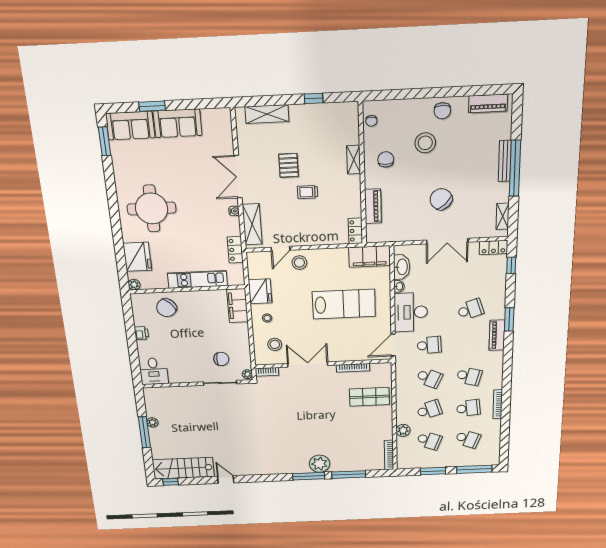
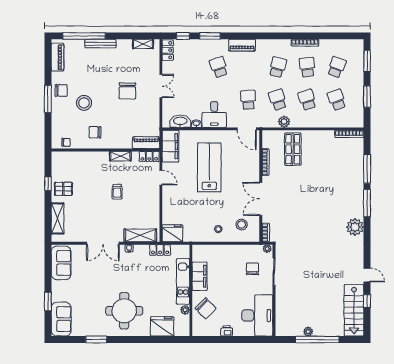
window: (431, 93) -> (48, 99), added
sofa: (178, 123) -> (61, 263), moved
window: (105, 141) -> (96, 339), moved
shelving: (354, 160) -> (120, 156), moved
pallet: (289, 165) -> (63, 189), moved
window: (515, 168) -> (84, 36), moved
chair: (441, 199) -> (127, 91), turned -47
piano: (373, 206) -> (146, 143), moved
double door: (447, 241) -> (161, 86), width x0.73
door: (281, 249) -> (161, 178), moved
stool: (299, 263) -> (173, 201), removed
plant: (134, 285) -> (185, 310), moved
fridge: (260, 291) -> (172, 233), moved
filing cabinet: (237, 306) -> (200, 276), moved, turned -90
desk: (411, 312) -> (214, 115), width x0.73
window: (509, 319) -> (210, 36), moved
desk: (154, 371) -> (257, 315), width x1.87, depth x1.30
school desk: (429, 378) -> (278, 100), turned -42
plant: (403, 430) -> (284, 122), moved
window: (144, 432) -> (317, 339), width x1.46
school desk: (429, 441) -> (337, 100), turned -42
plant: (320, 464) -> (355, 227), moved
window: (474, 469) -> (367, 61), width x0.69
door: (226, 480) -> (367, 275), swing flipped
window: (170, 482) -> (367, 301), moved

